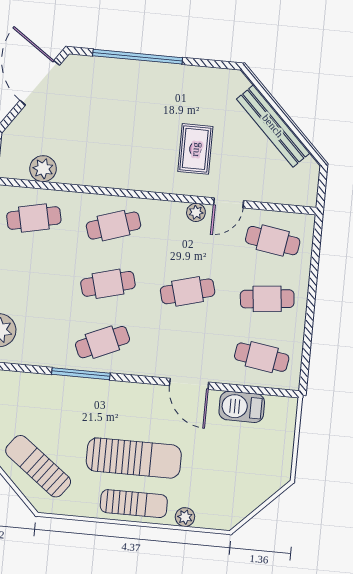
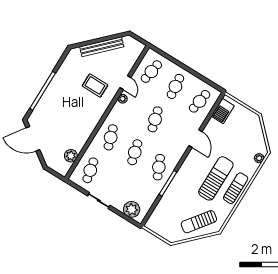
door: (189, 384) -> (196, 139), hinge flipped
barbecue: (242, 407) -> (223, 111), moved
plant: (185, 517) -> (259, 158), moved

